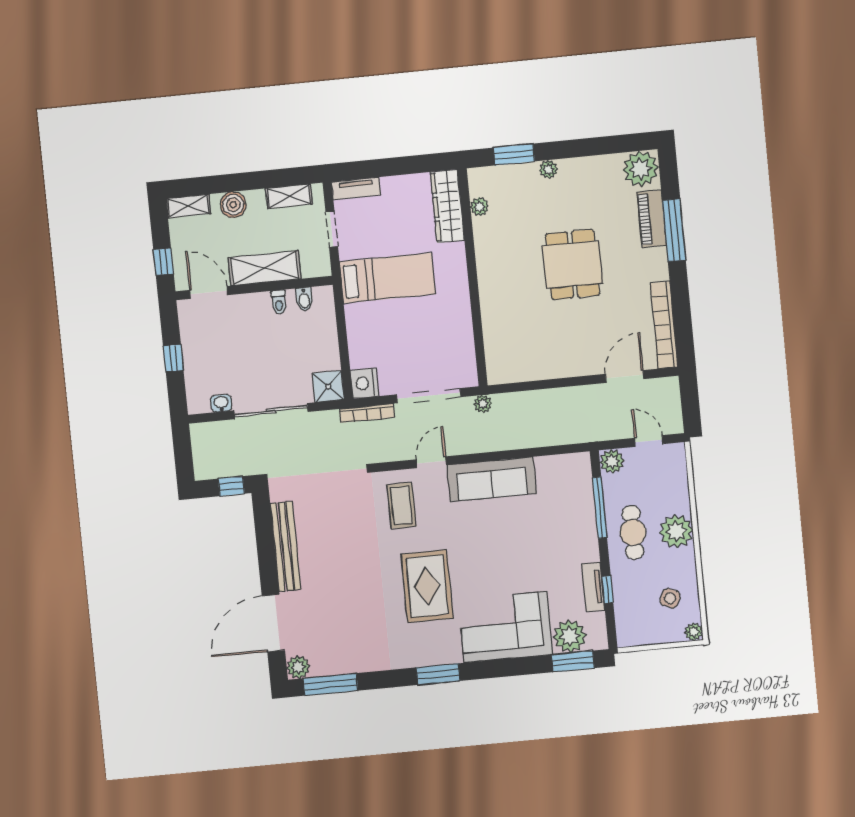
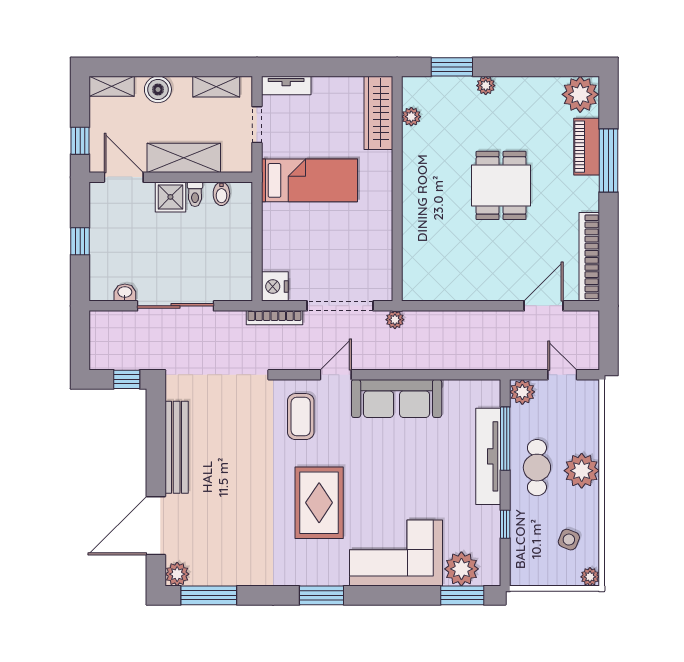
shower: (328, 386) -> (170, 197), moved
tv unit: (593, 587) -> (488, 456), moved, width x1.92, depth x1.29

